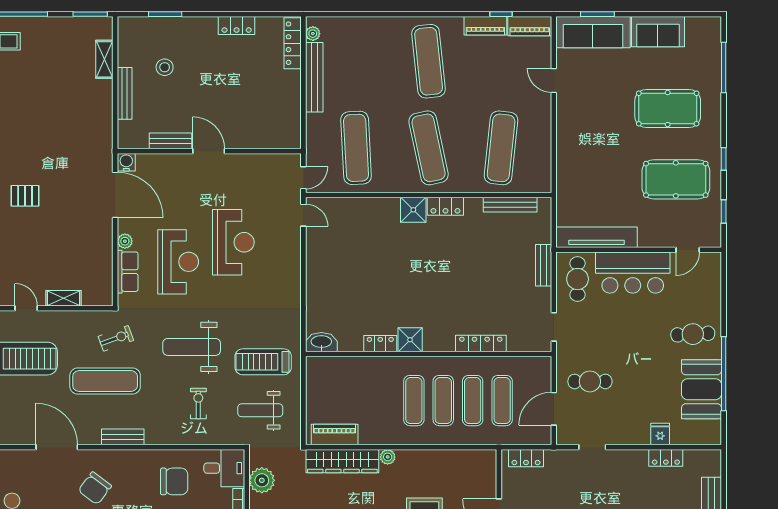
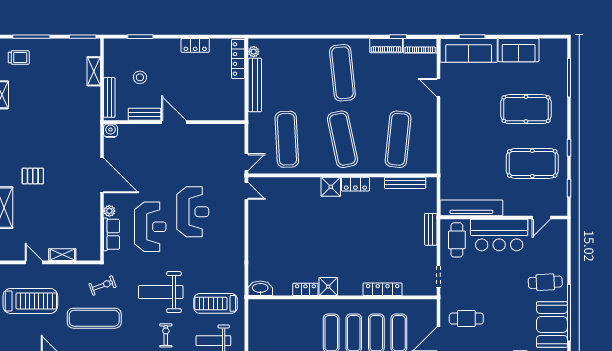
bench: (171, 141) -> (144, 114), moved
door: (209, 151) -> (174, 122), moved
wall: (209, 151) -> (174, 122), moved
water cooler: (126, 162) -> (111, 131), moved

